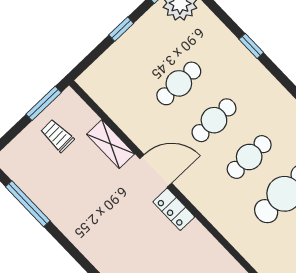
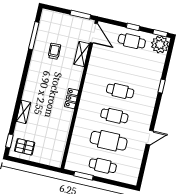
cafe table: (179, 83) -> (132, 41), moved
trolley: (57, 136) -> (54, 51), moved
door: (156, 171) -> (94, 33), moved

